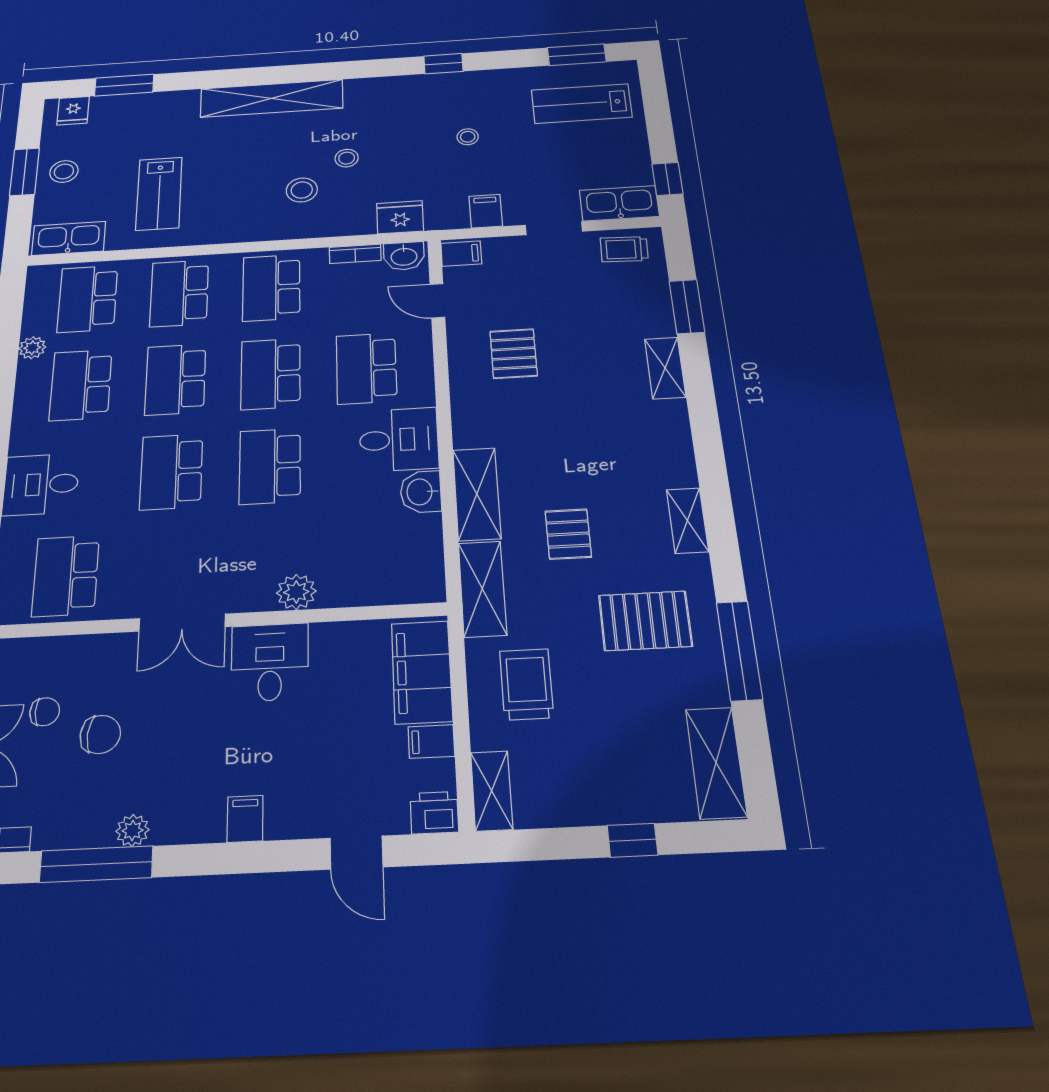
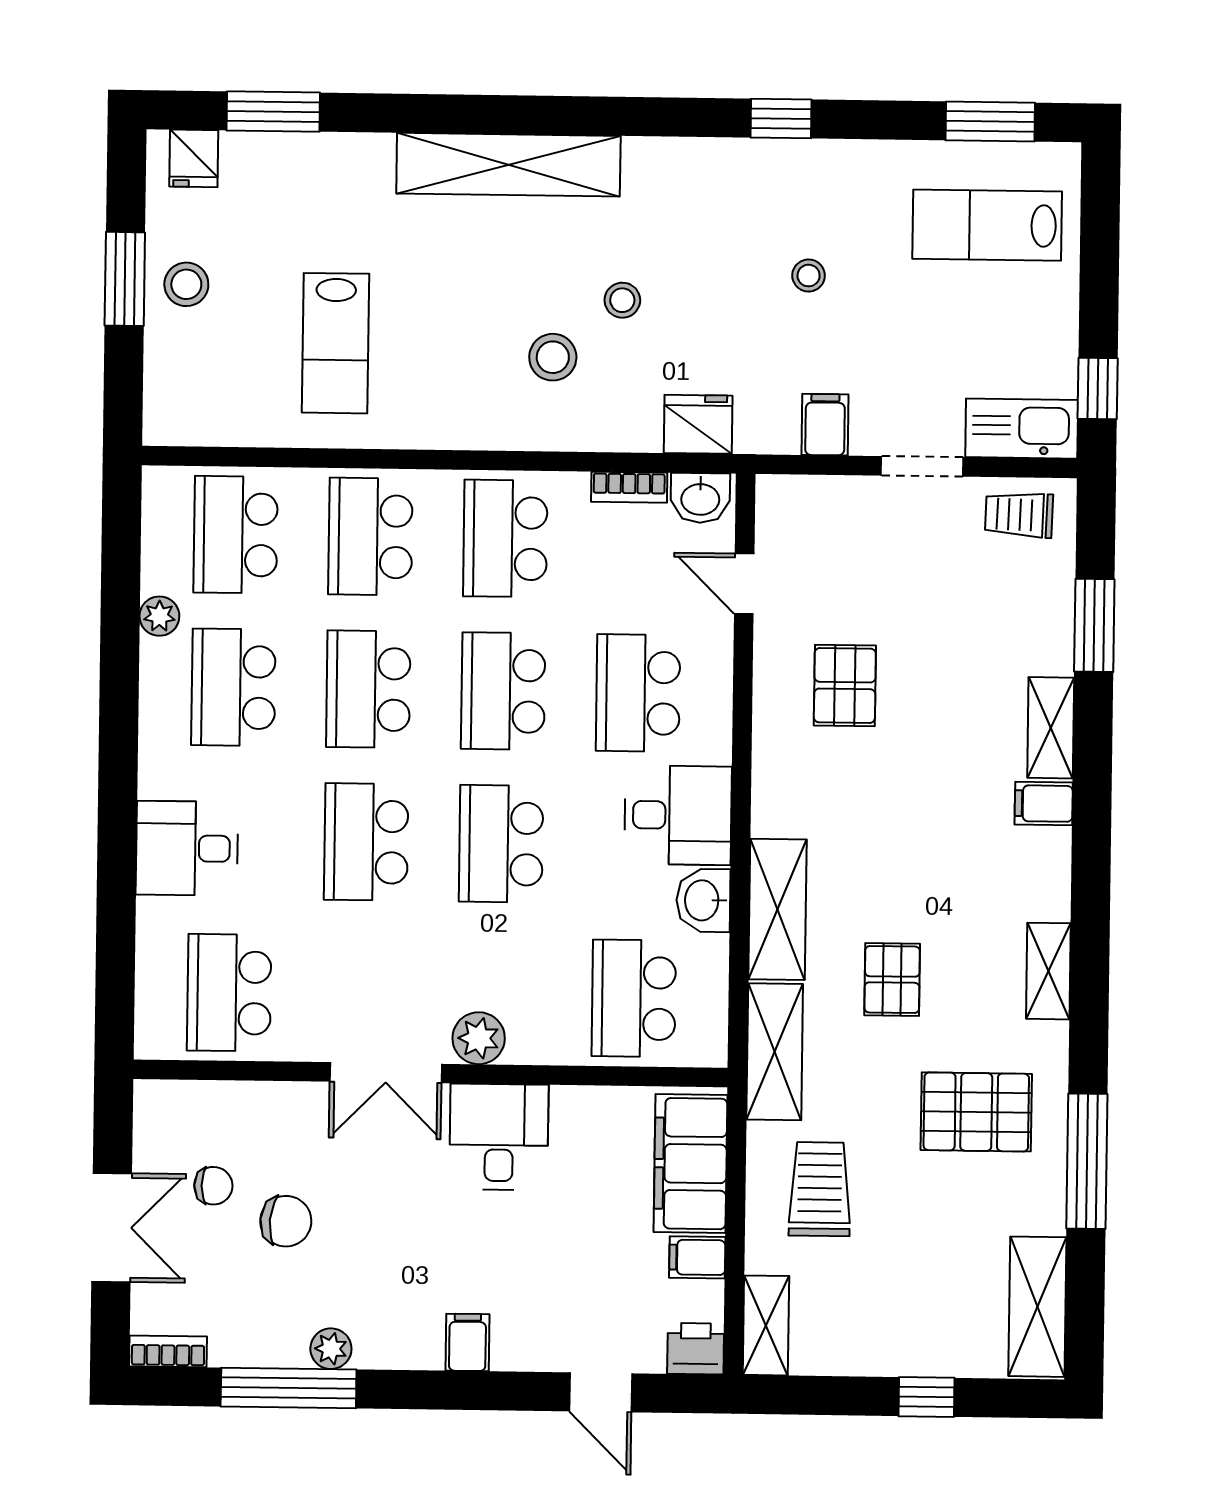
kitchen sink: (69, 238) -> (201, 418), removed
filing cabinet: (461, 254) -> (1044, 804), moved, turned 180
school desk: (372, 560) -> (634, 998), added
plant: (296, 592) -> (479, 1038), moved

